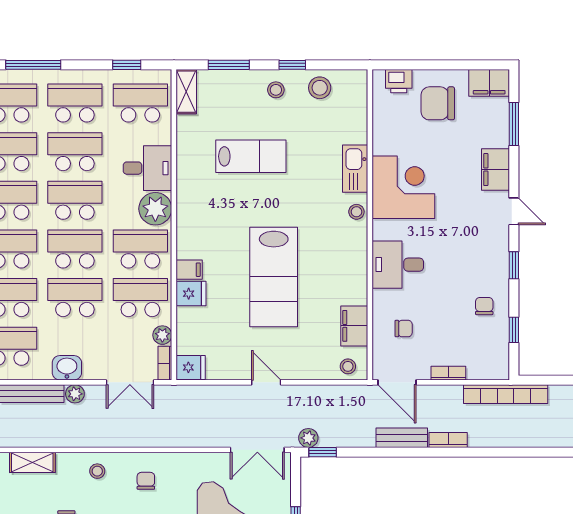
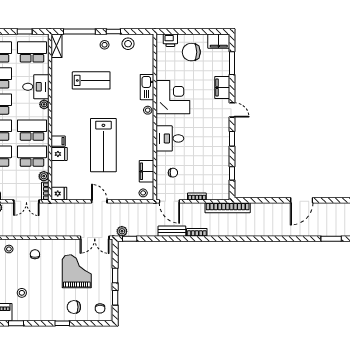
window: (229, 65) -> (79, 31), width x1.44
plant: (155, 209) -> (44, 104), width x0.53, depth x0.53
chair: (484, 306) -> (216, 161), removed

